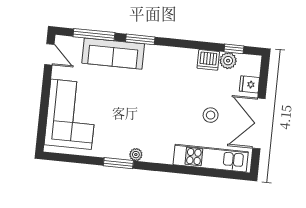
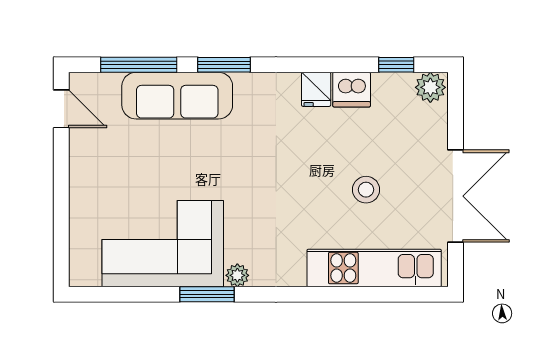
plant: (228, 61) -> (430, 87), moved
fridge: (249, 84) -> (316, 89), moved, turned -90
corner sofa: (71, 114) -> (163, 244), moved, turned -90
double door: (259, 123) -> (456, 196), swing flipped

